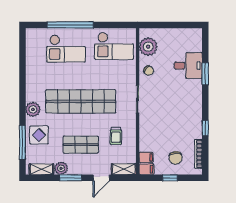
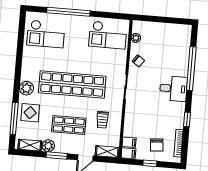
plant: (148, 47) -> (136, 38), width x0.53, depth x0.53
checkout: (66, 49) -> (46, 34), moved
desk: (188, 66) -> (173, 89), moved
window: (205, 74) -> (191, 68), width x2.11

